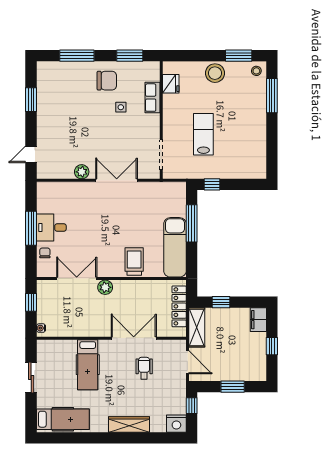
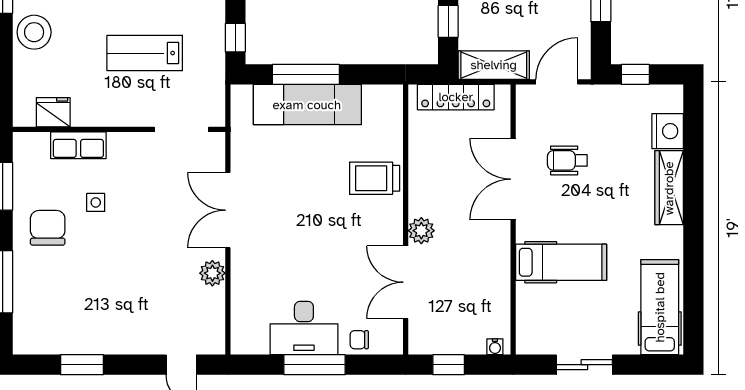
desk: (51, 227) -> (304, 328), width x1.37
exam couch: (175, 247) -> (307, 105), moved
nightstand: (176, 424) -> (668, 131), moved

